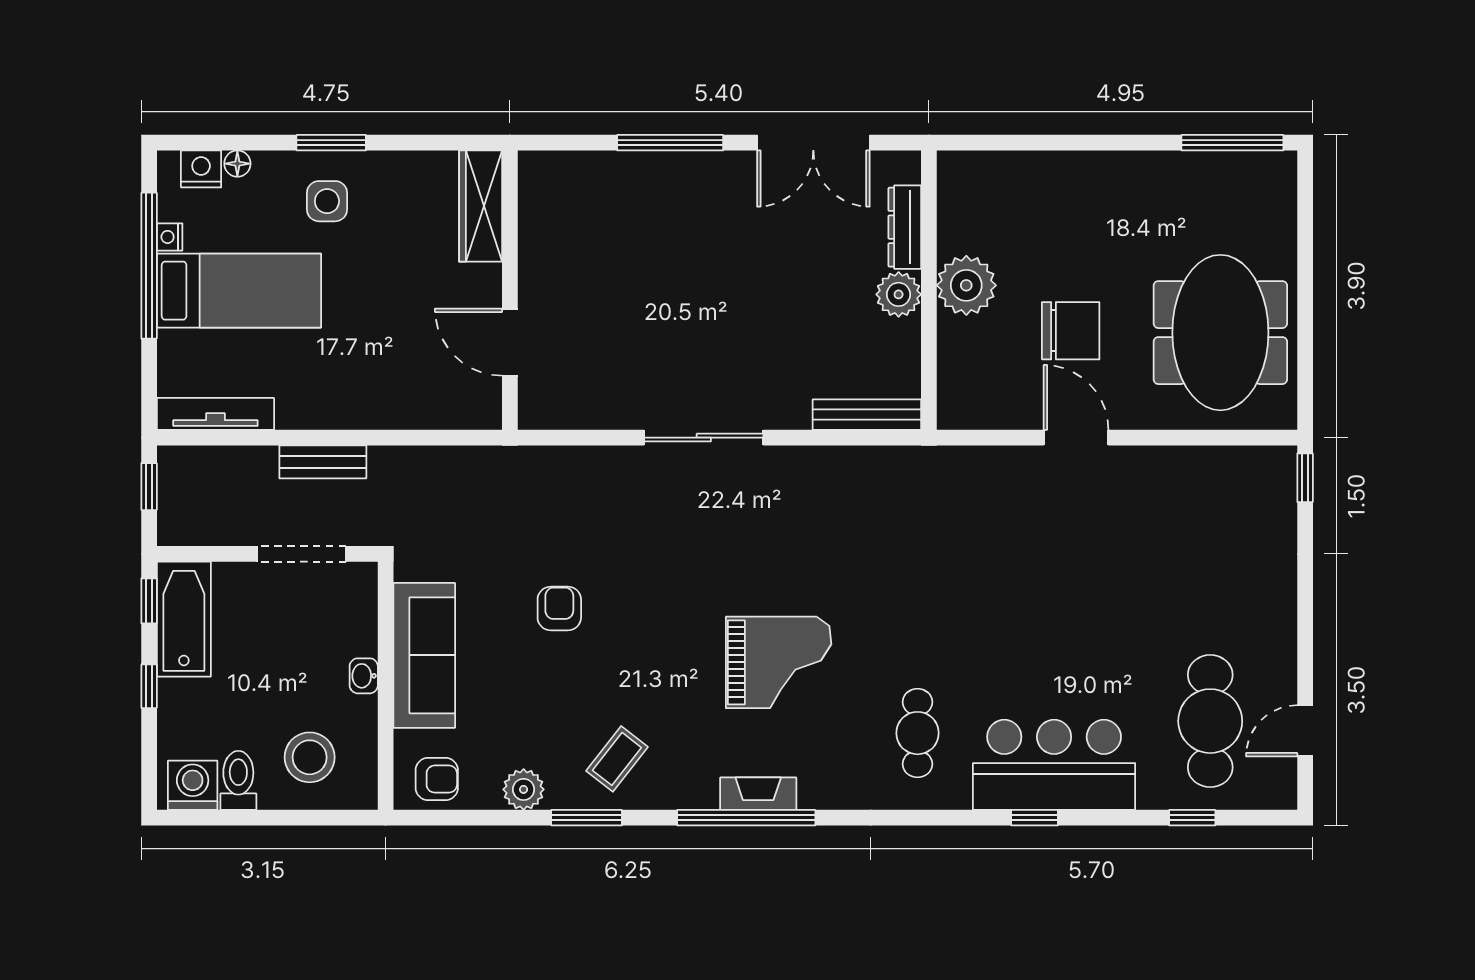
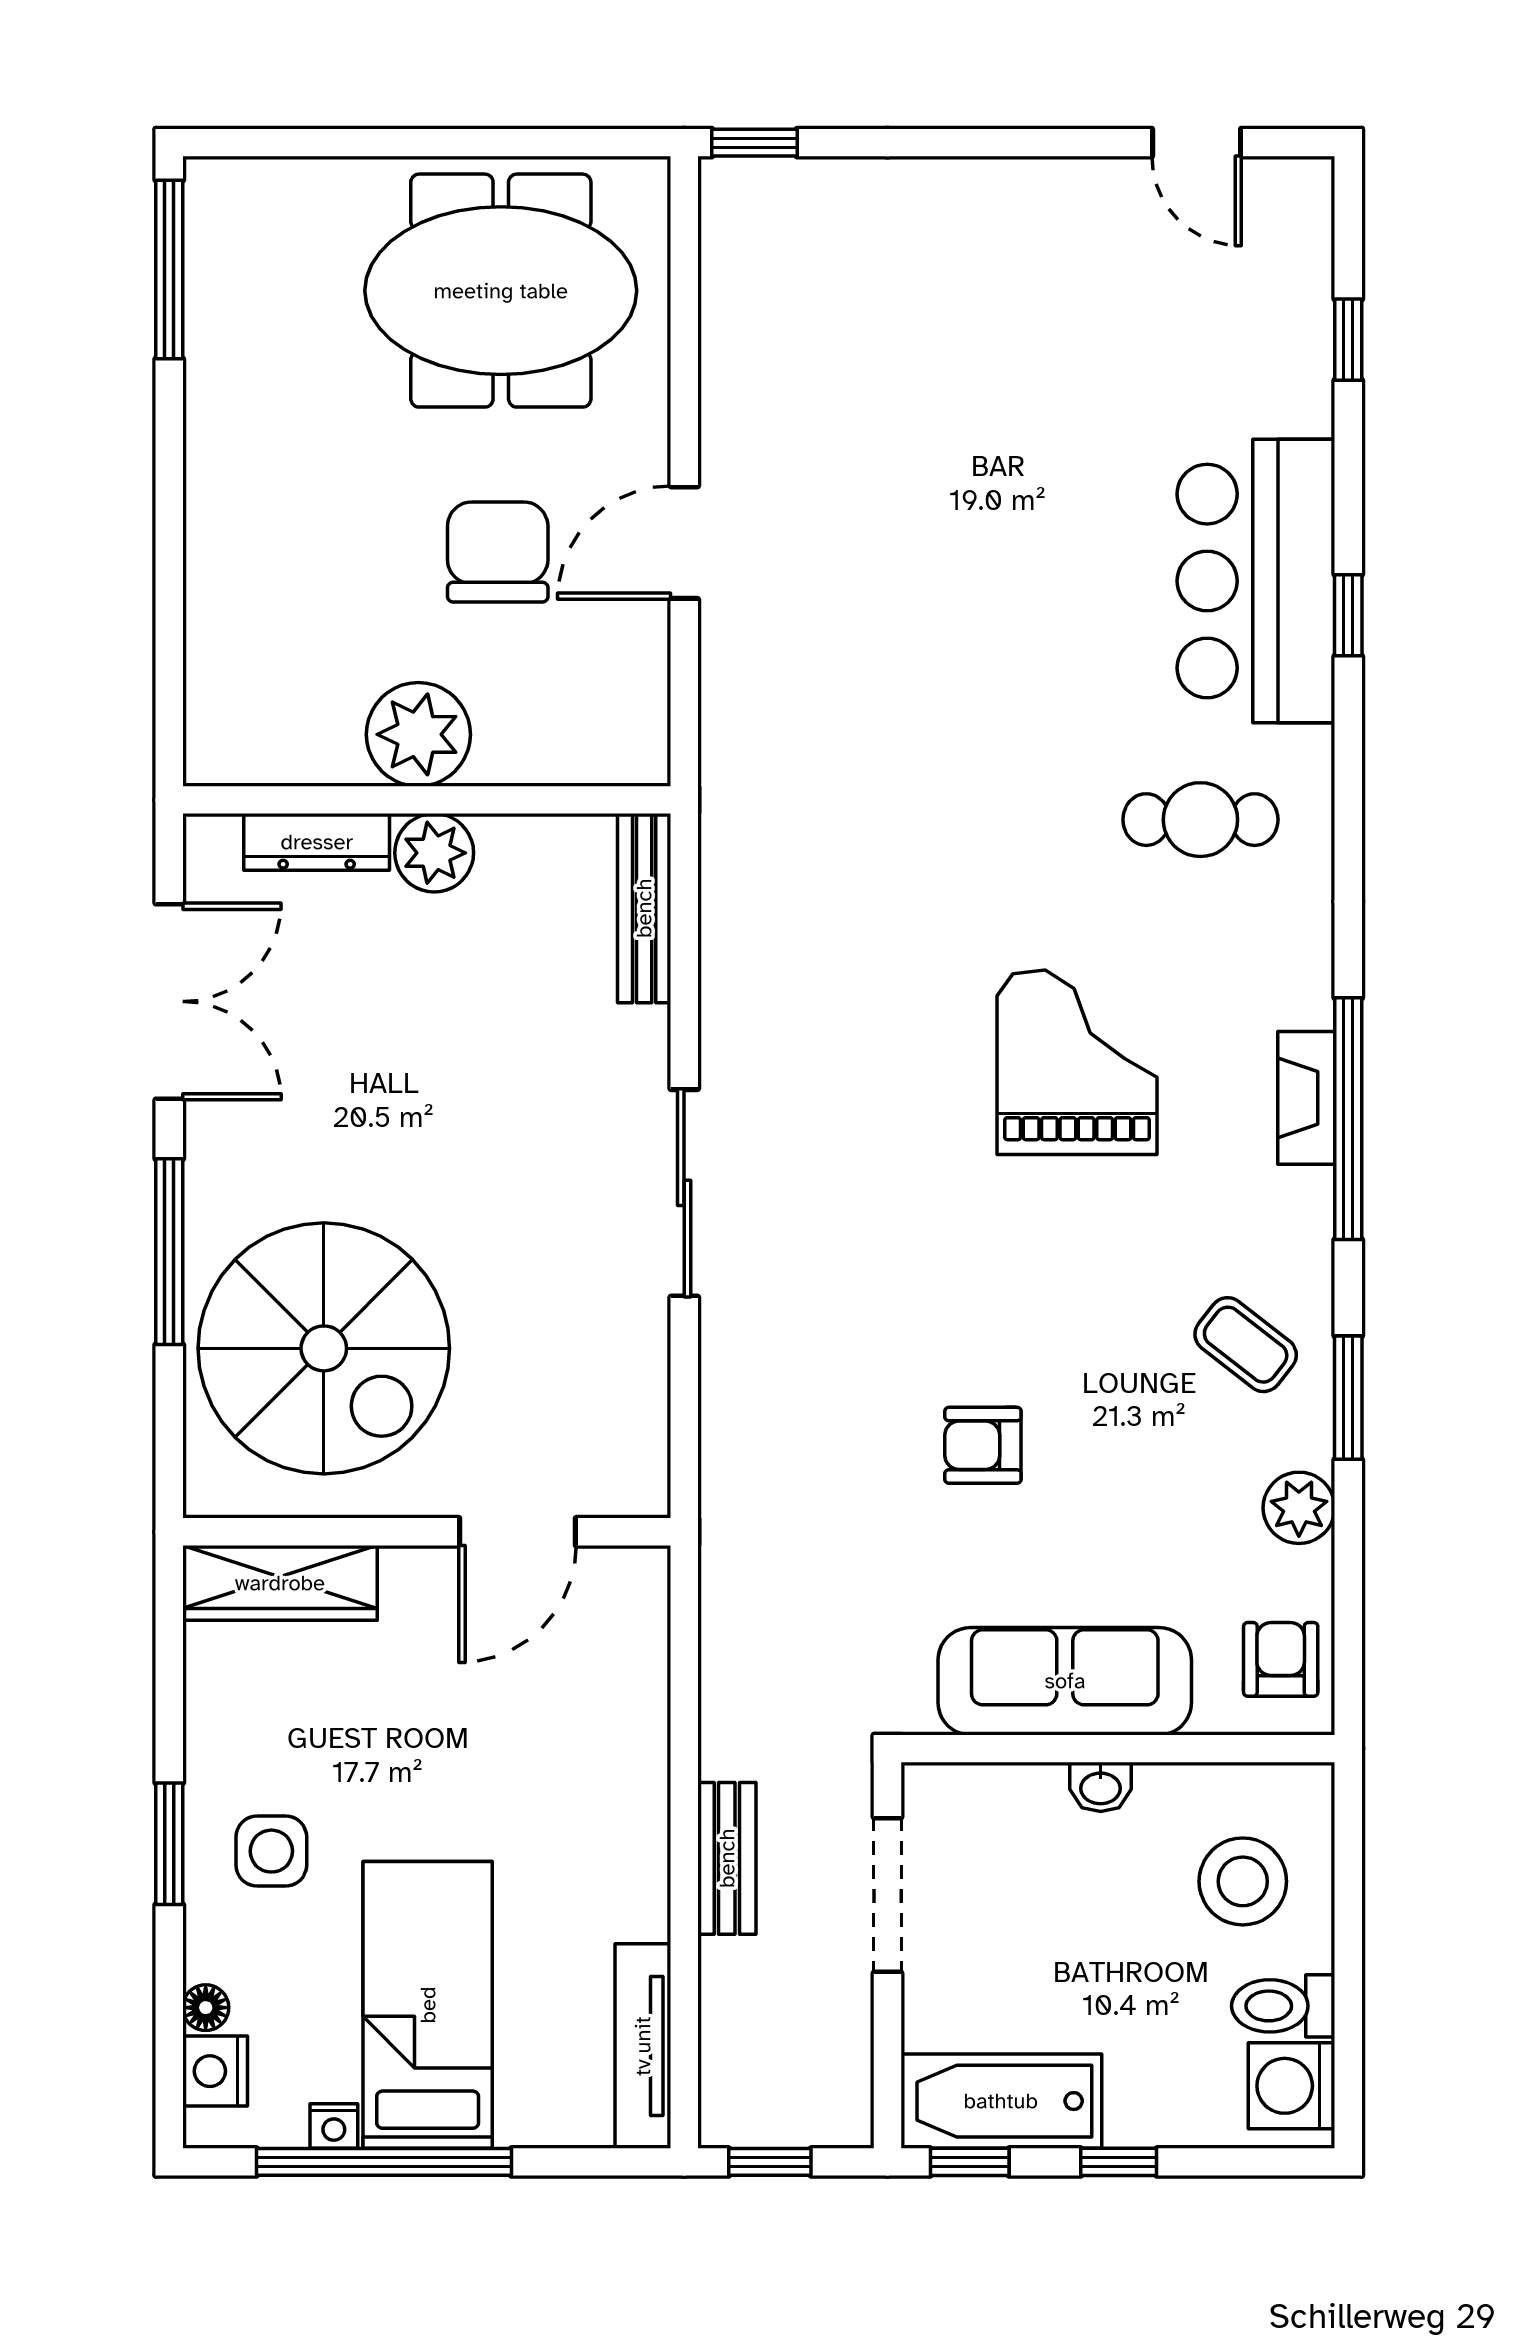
spiral stairs: (615, 231) -> (324, 1348), added
cafe table: (1210, 721) -> (1179, 308), removed

